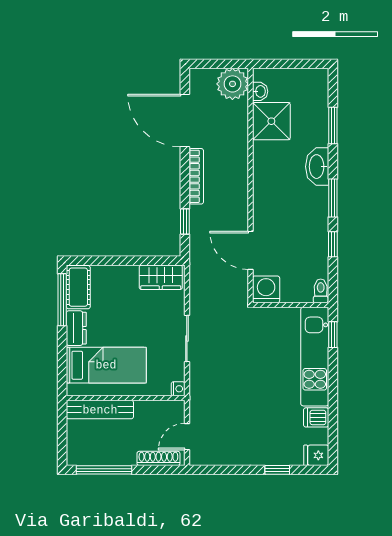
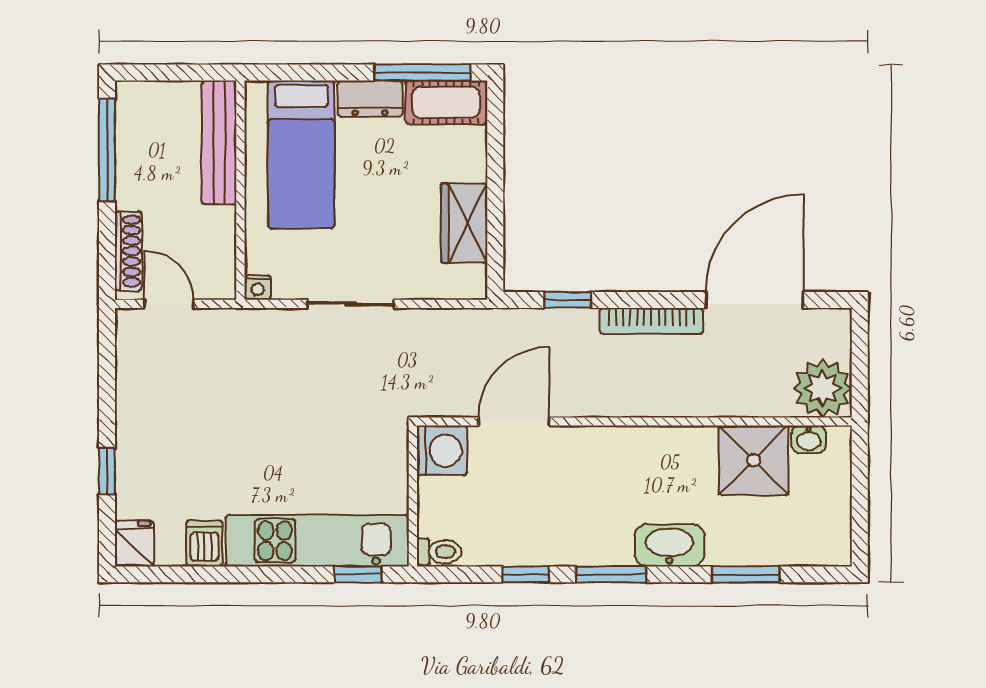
wardrobe: (161, 277) -> (464, 223), moved

